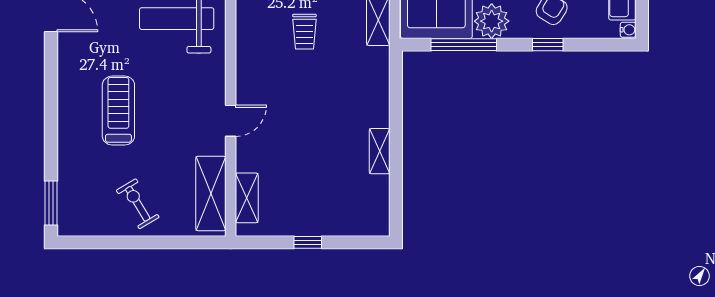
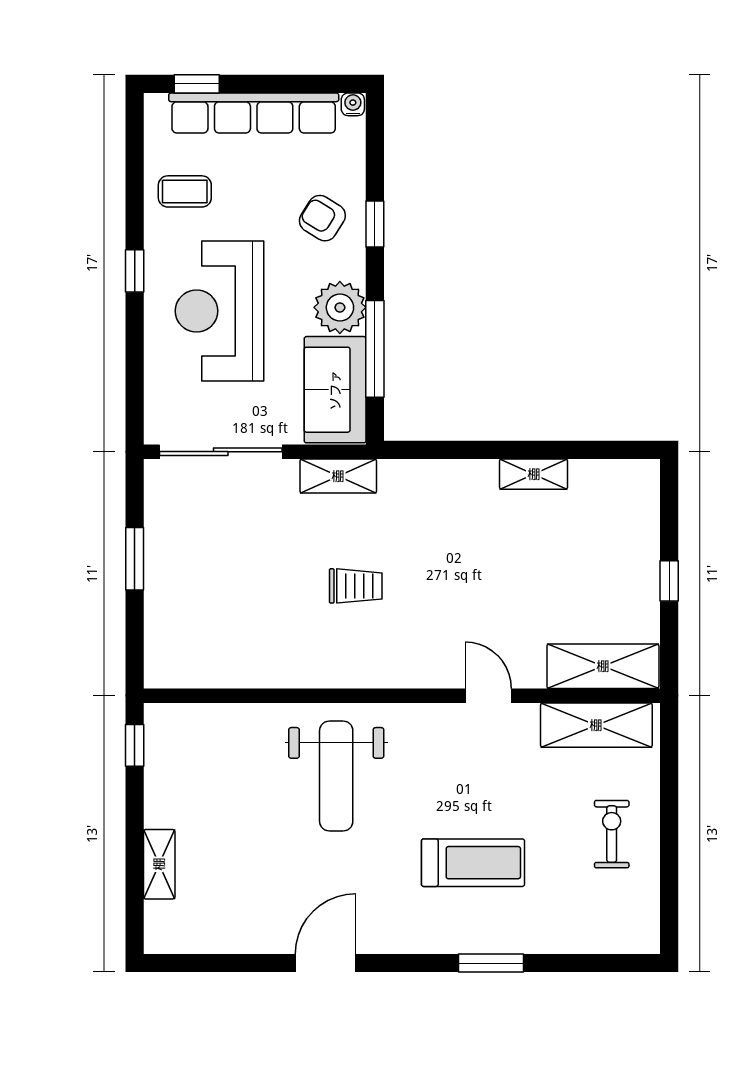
treadmill: (118, 111) -> (473, 863), turned 180
shelving: (247, 198) -> (603, 666), width x1.50, depth x1.33
window: (51, 203) -> (491, 963), moved
exercise bike: (138, 204) -> (612, 834), turned 121

